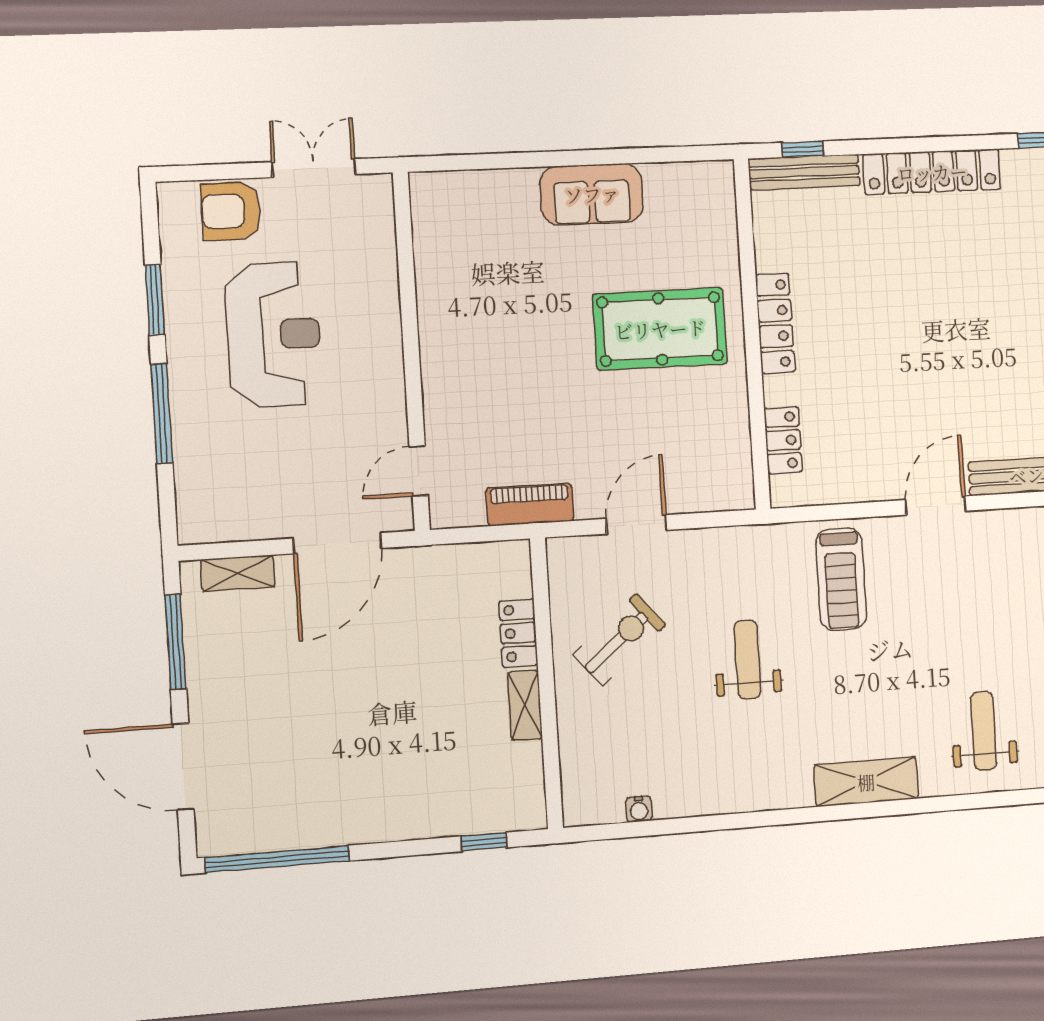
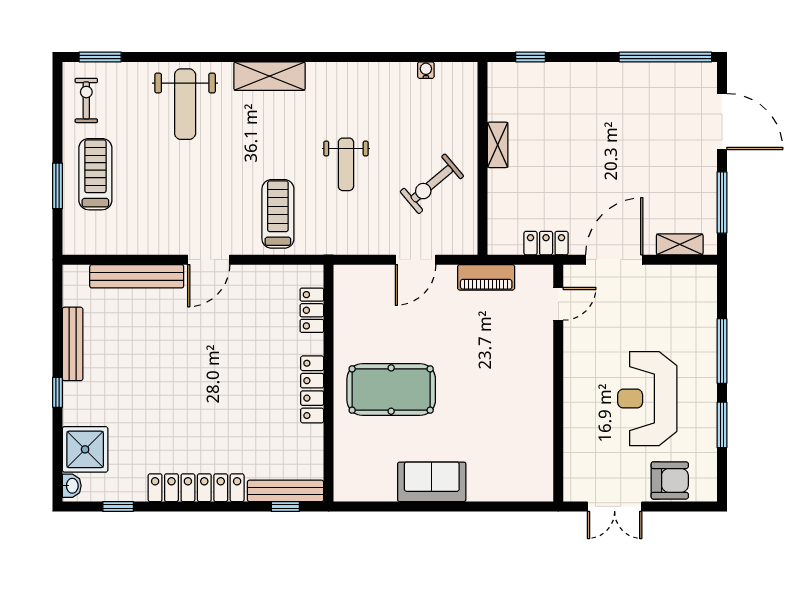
locker: (518, 633) -> (546, 243), moved, turned -90
weight bench: (984, 731) -> (185, 104), width x1.36, depth x1.33

